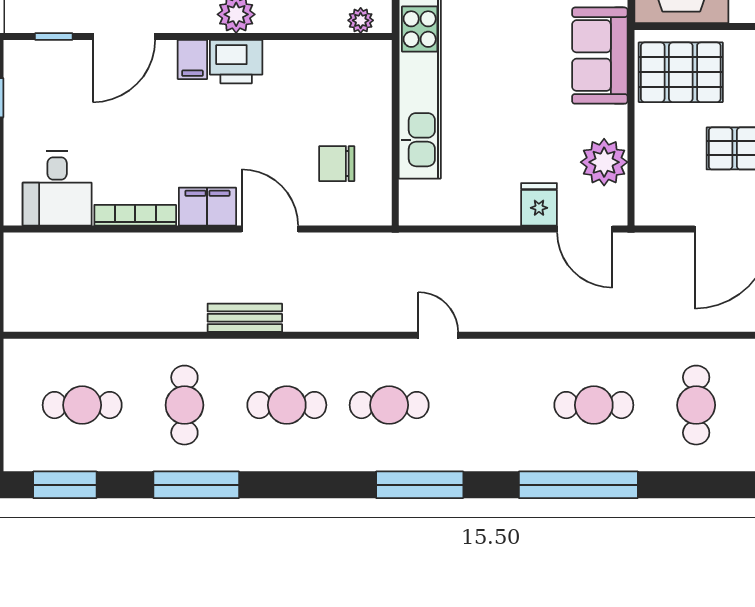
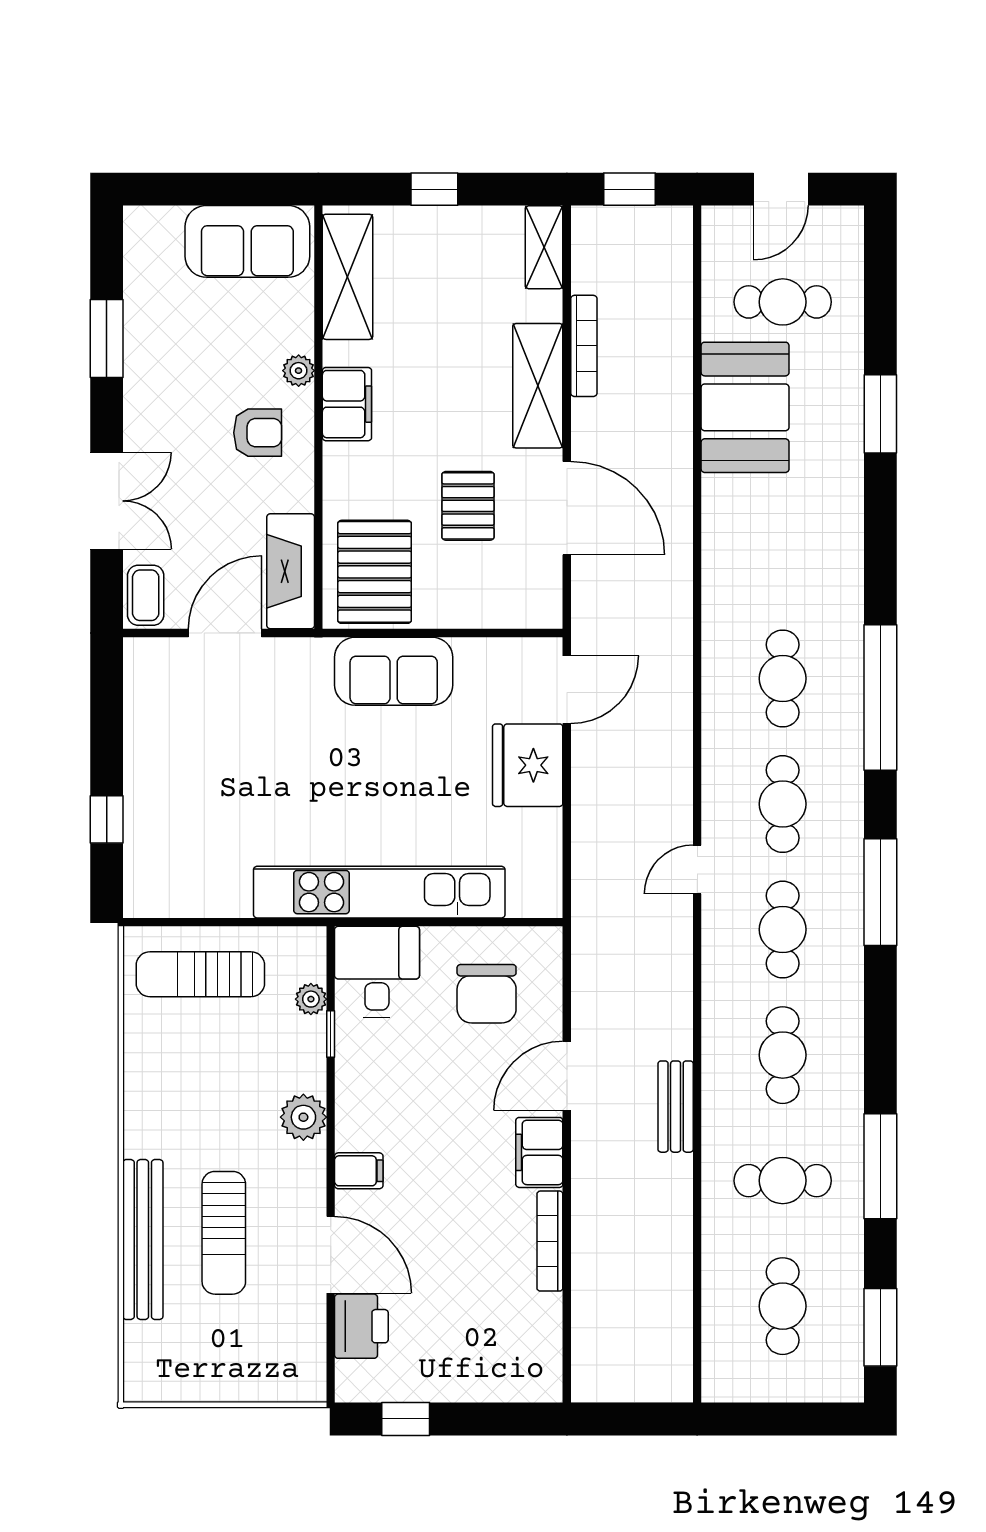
plant: (361, 20) -> (311, 999), moved
window: (54, 36) -> (331, 1034), moved
sofa: (600, 56) -> (394, 671), moved
printer: (236, 62) -> (361, 1326), moved
plant: (604, 162) -> (485, 666), removed
chair: (337, 164) -> (487, 994), width x1.37, depth x1.37
desk: (57, 189) -> (377, 972), moved, turned -90
fridge: (539, 204) -> (528, 765), width x1.88, depth x1.34
cafe table: (696, 405) -> (783, 804), moved, turned 90

